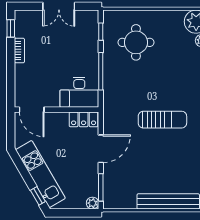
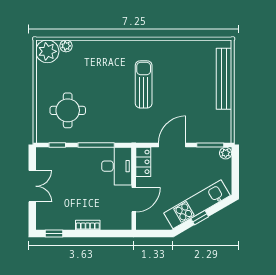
bookcase: (19, 51) -> (88, 225), moved
door: (32, 110) -> (134, 200), moved
door: (101, 149) -> (172, 145), hinge flipped
window: (38, 196) -> (200, 218), moved

